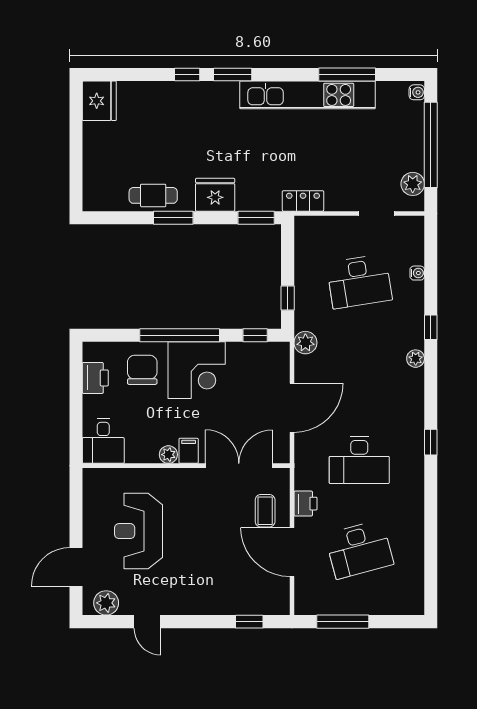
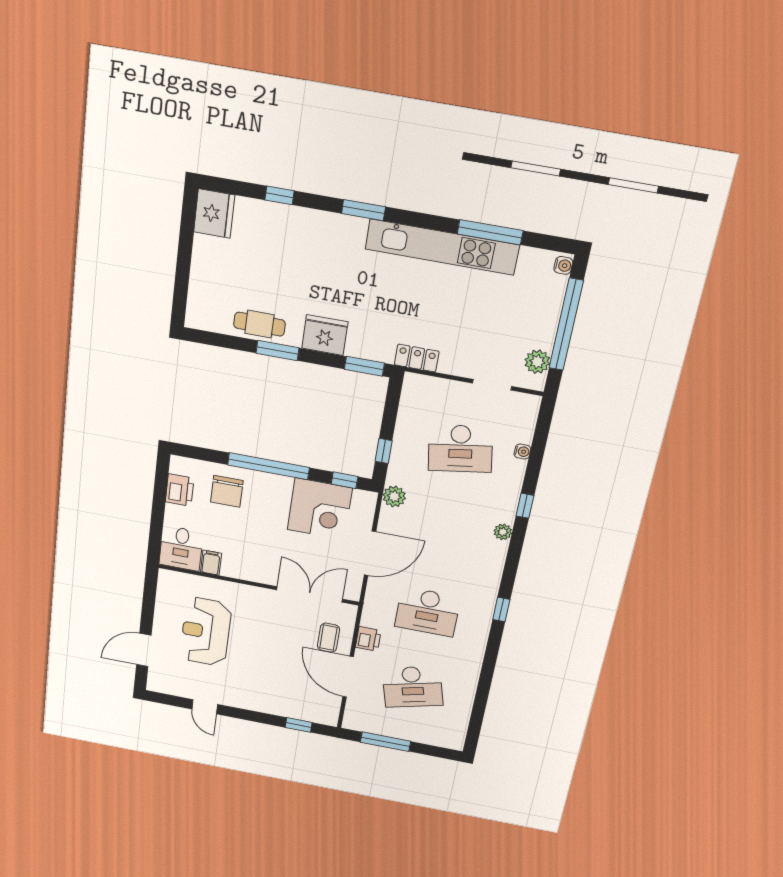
window: (187, 75) -> (280, 195), moved
chair: (142, 370) -> (227, 491), turned 180
corner desk: (197, 370) -> (320, 509), moved
filing cabinet: (189, 451) -> (211, 563), moved
plant: (168, 455) -> (243, 572), removed
plant: (106, 603) -> (169, 685), removed

